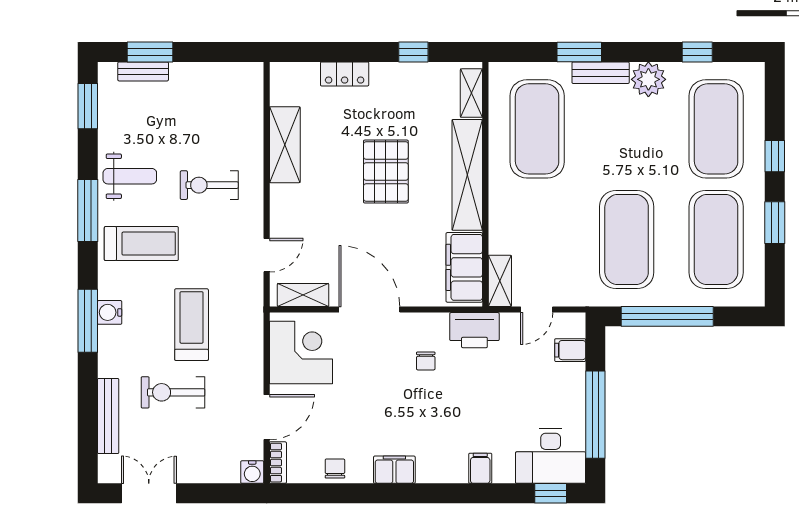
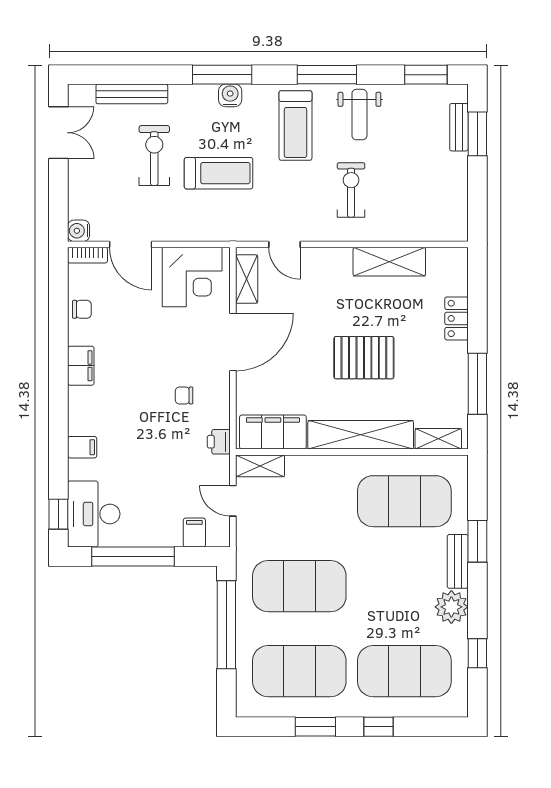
window: (413, 52) -> (477, 384), width x2.17
printer: (474, 330) -> (219, 442), width x0.53, depth x0.68

